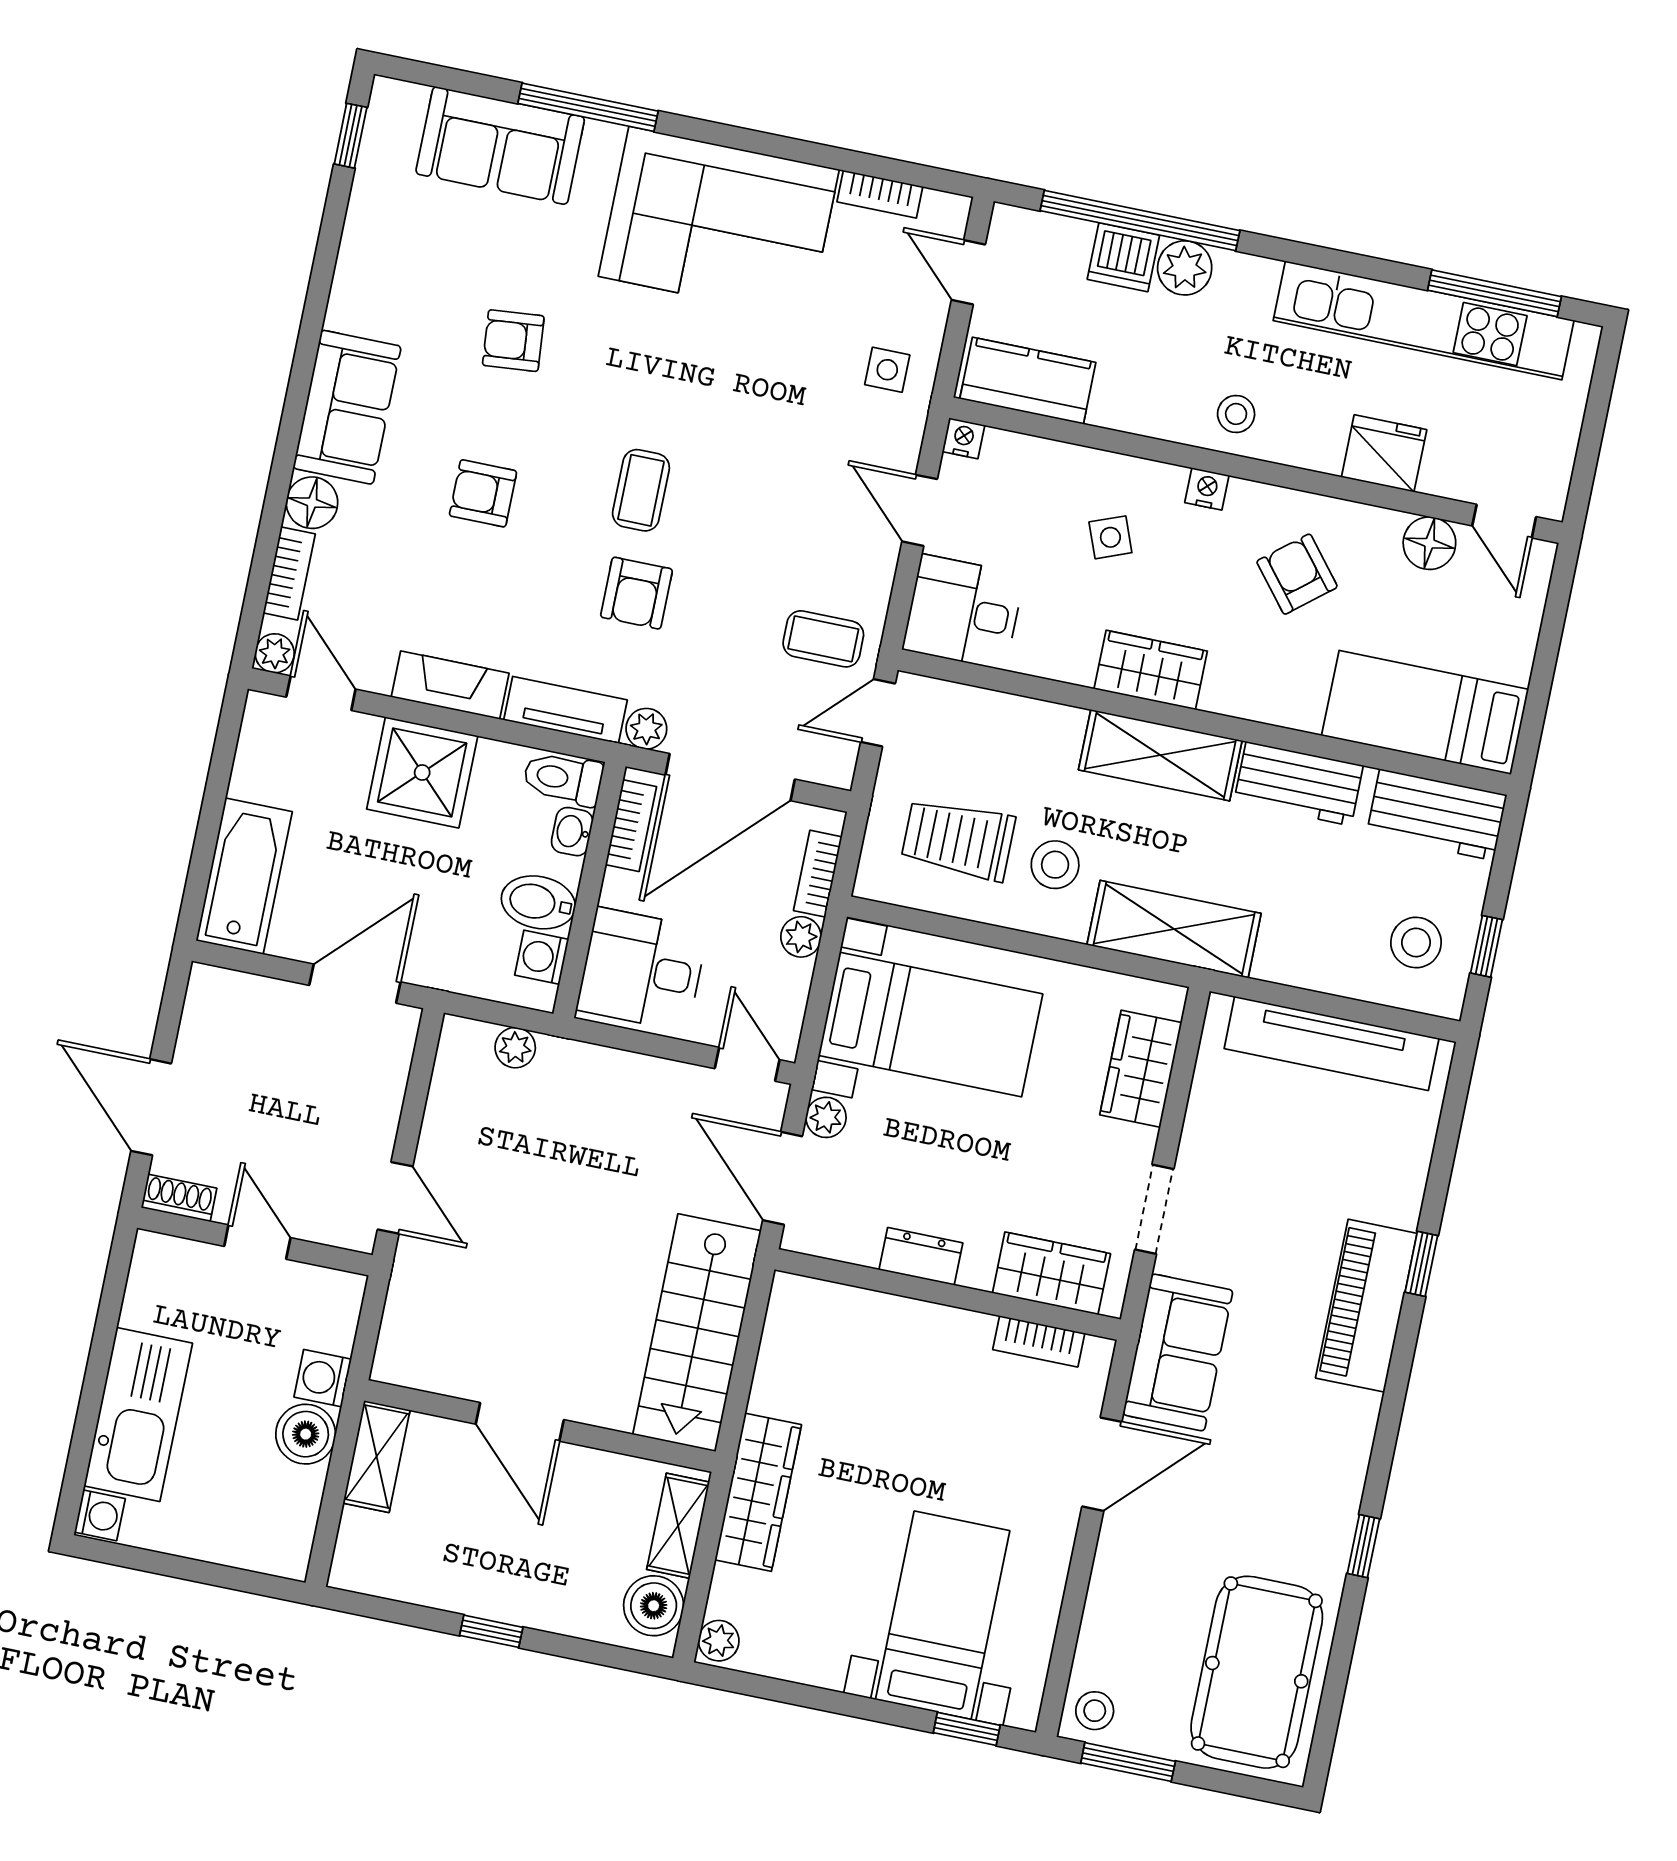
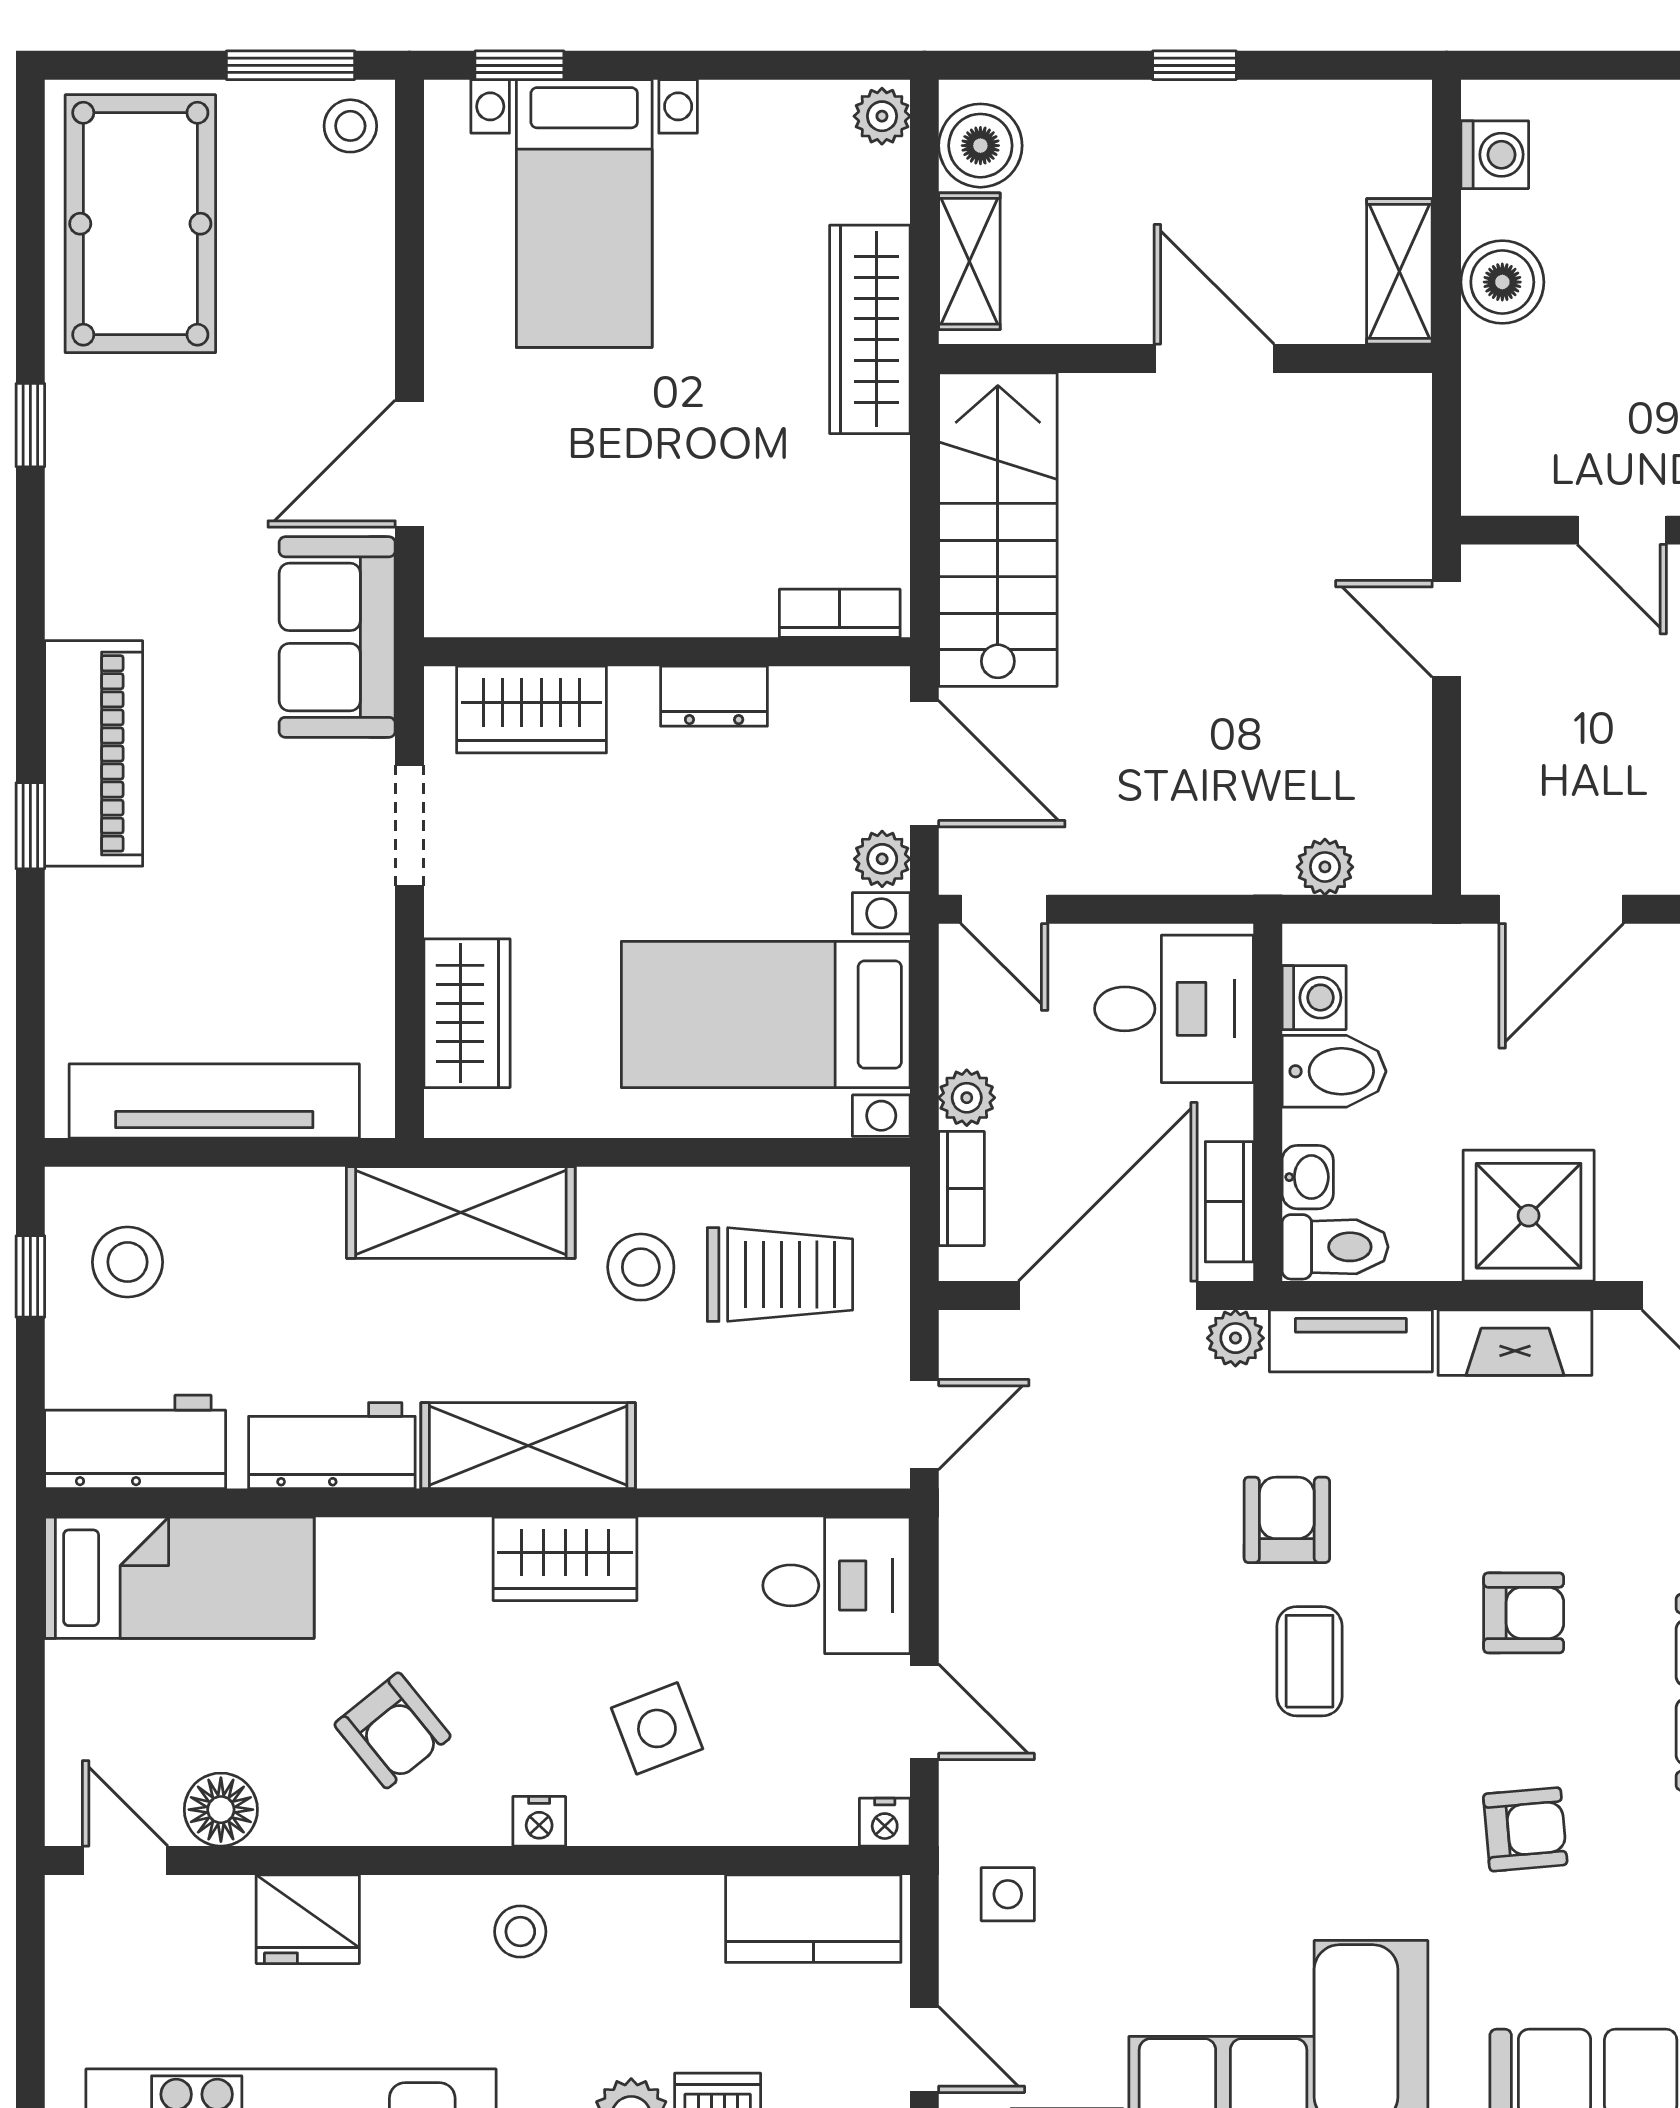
side table: (1110, 537) -> (657, 1728), width x1.37, depth x1.37
coffee table: (823, 639) -> (1020, 1510), removed
bookcase: (1039, 1341) -> (840, 613), moved
washing machine: (323, 1378) -> (1495, 155), moved

